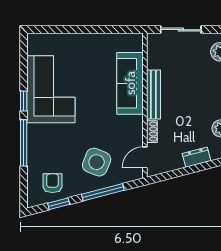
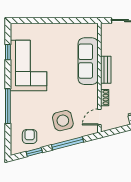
bench: (153, 95) -> (106, 70), width x0.73
window: (24, 101) -> (8, 52), moved
side table: (97, 162) -> (63, 121), turned -35

